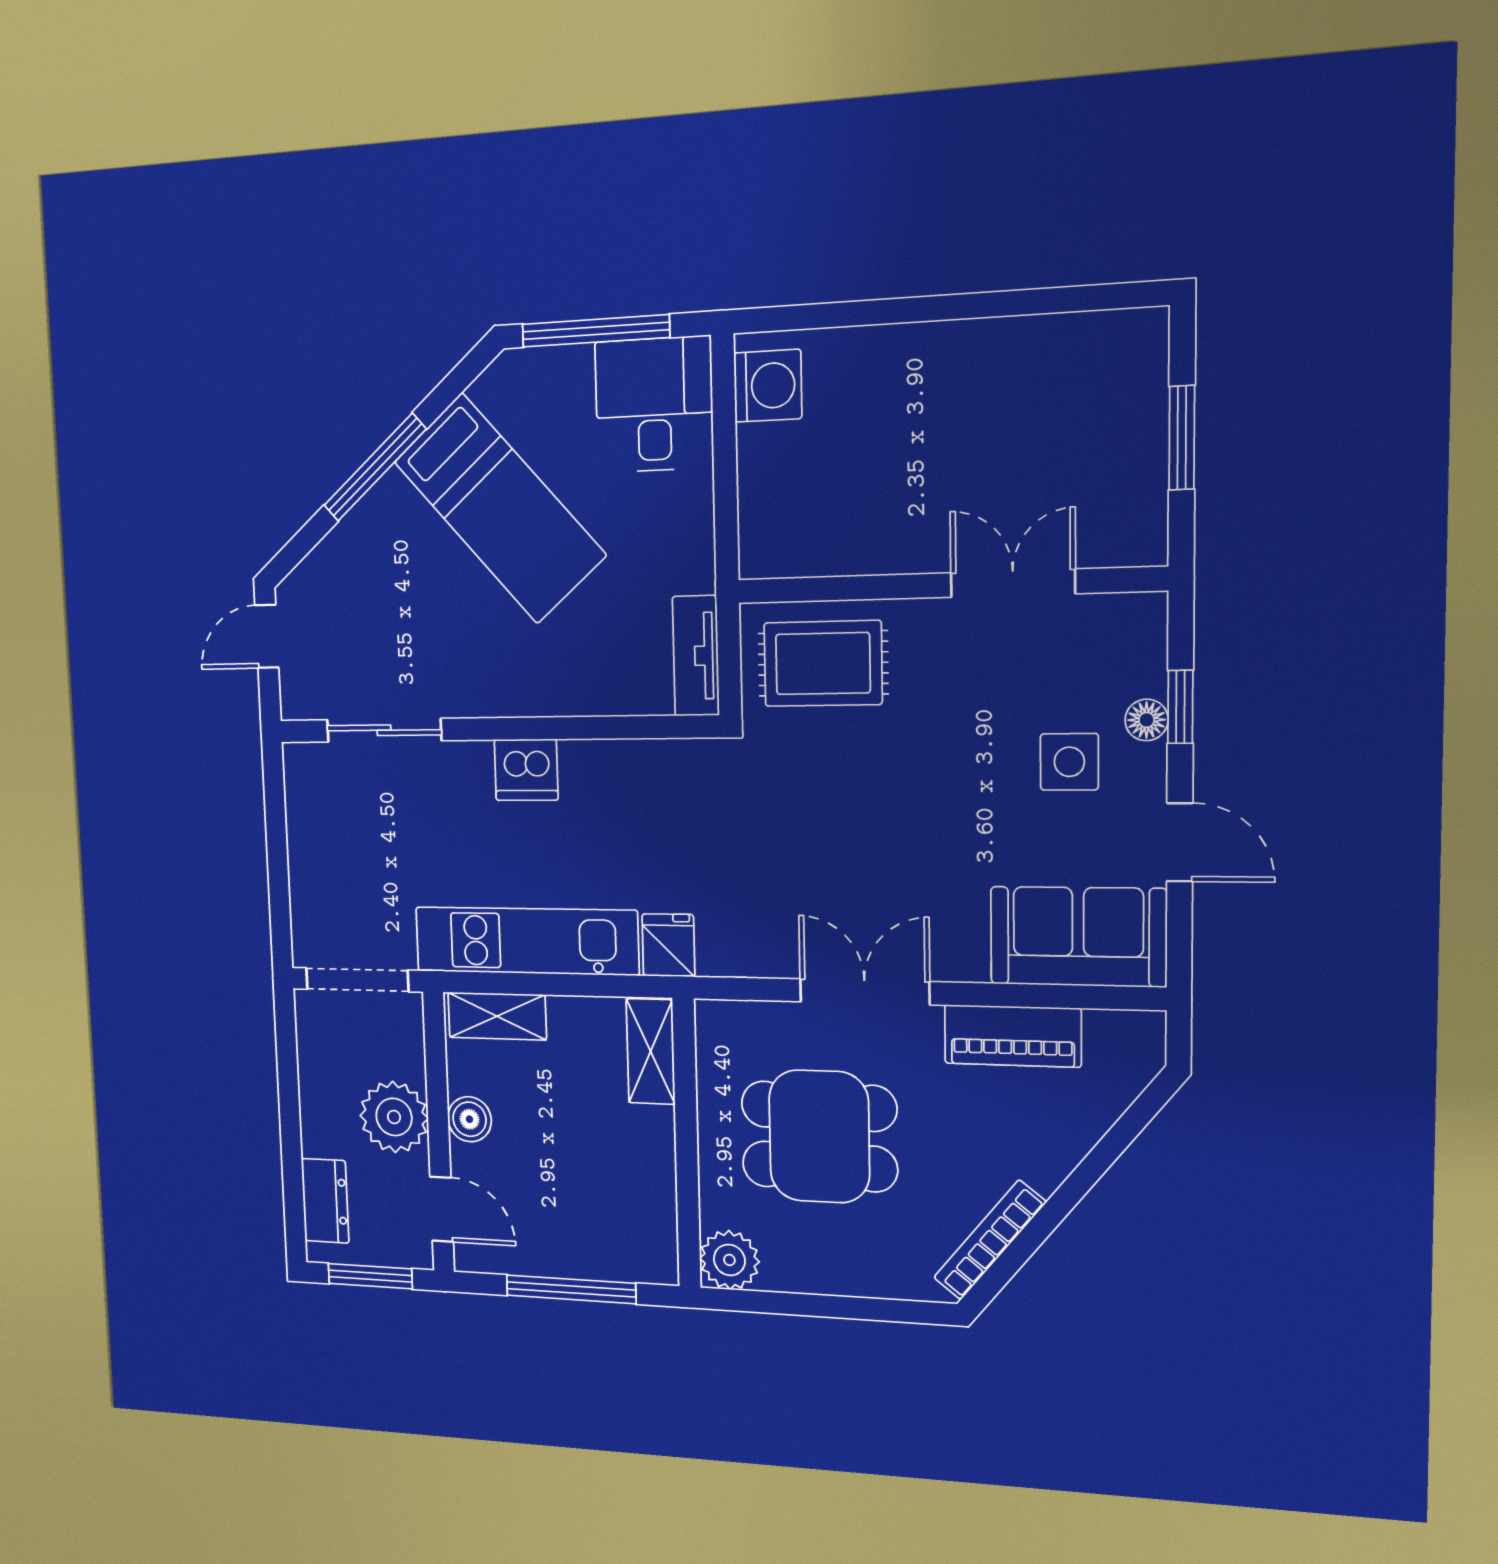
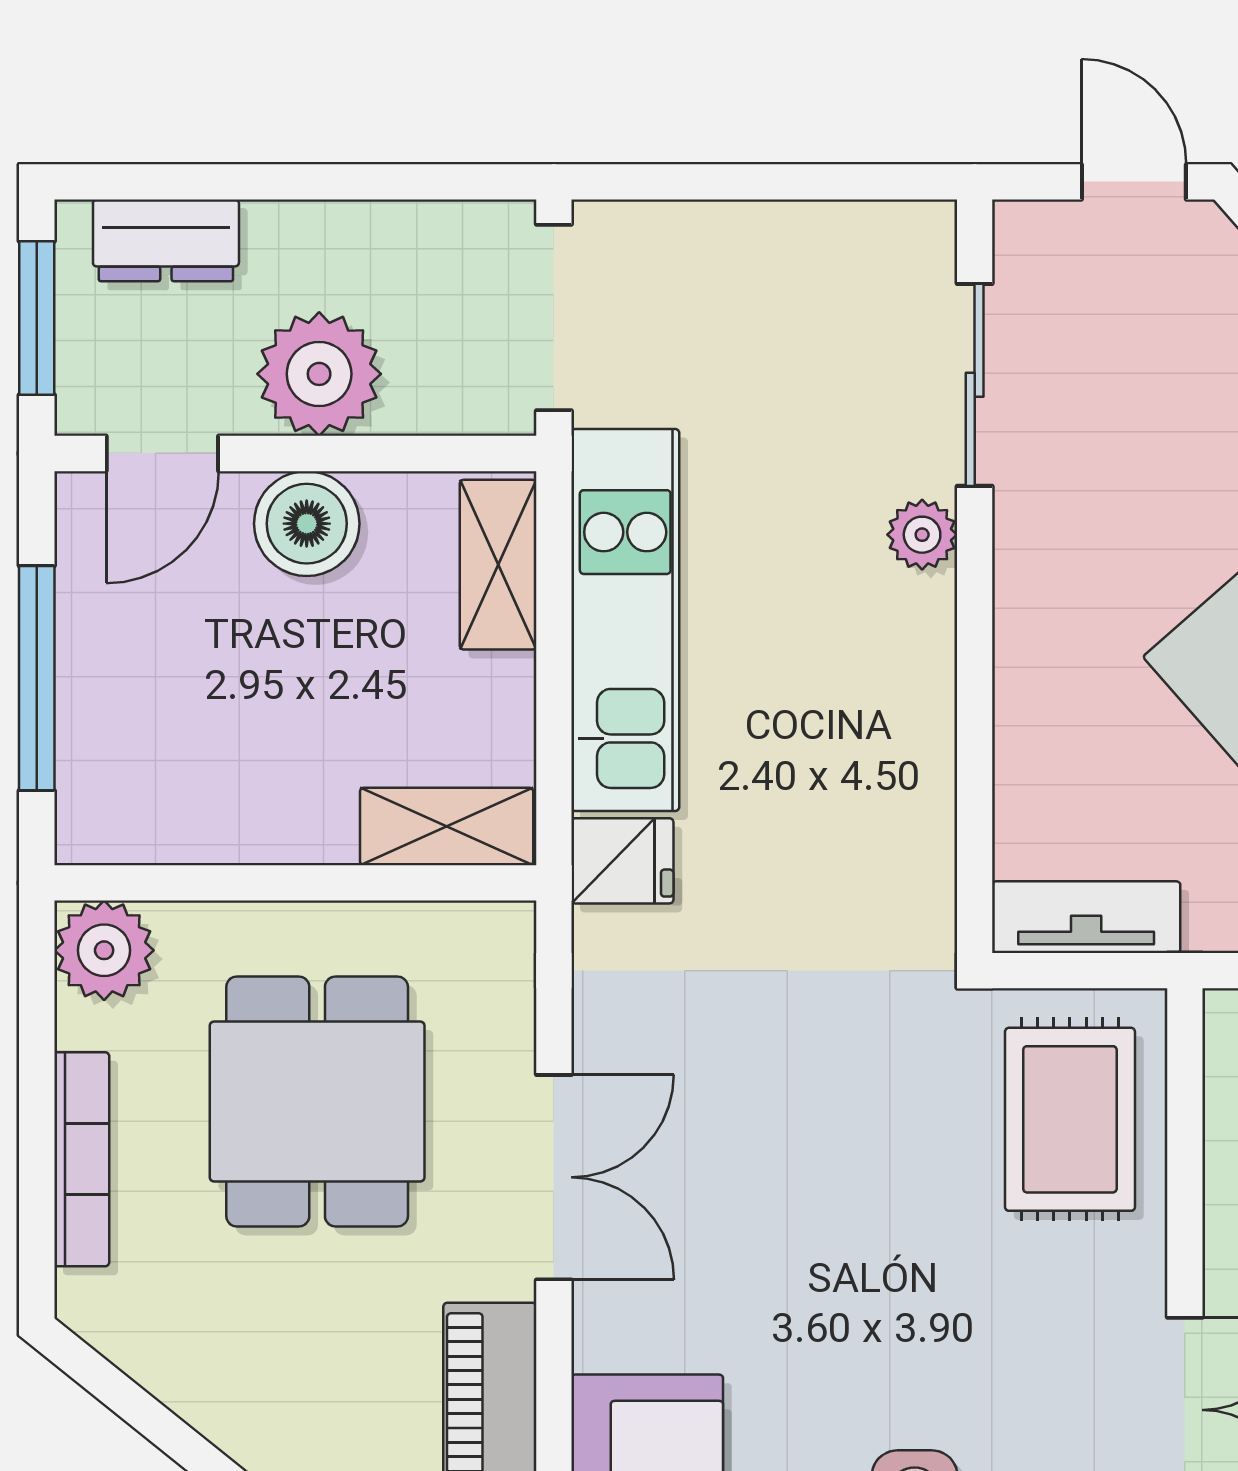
plant: (471, 761) -> (922, 535), added
dishwasher: (526, 770) -> (907, 630), removed
boiler: (470, 1119) -> (307, 524), width x1.36, depth x1.36
bookcase: (990, 1240) -> (82, 1159), moved, turned 51

